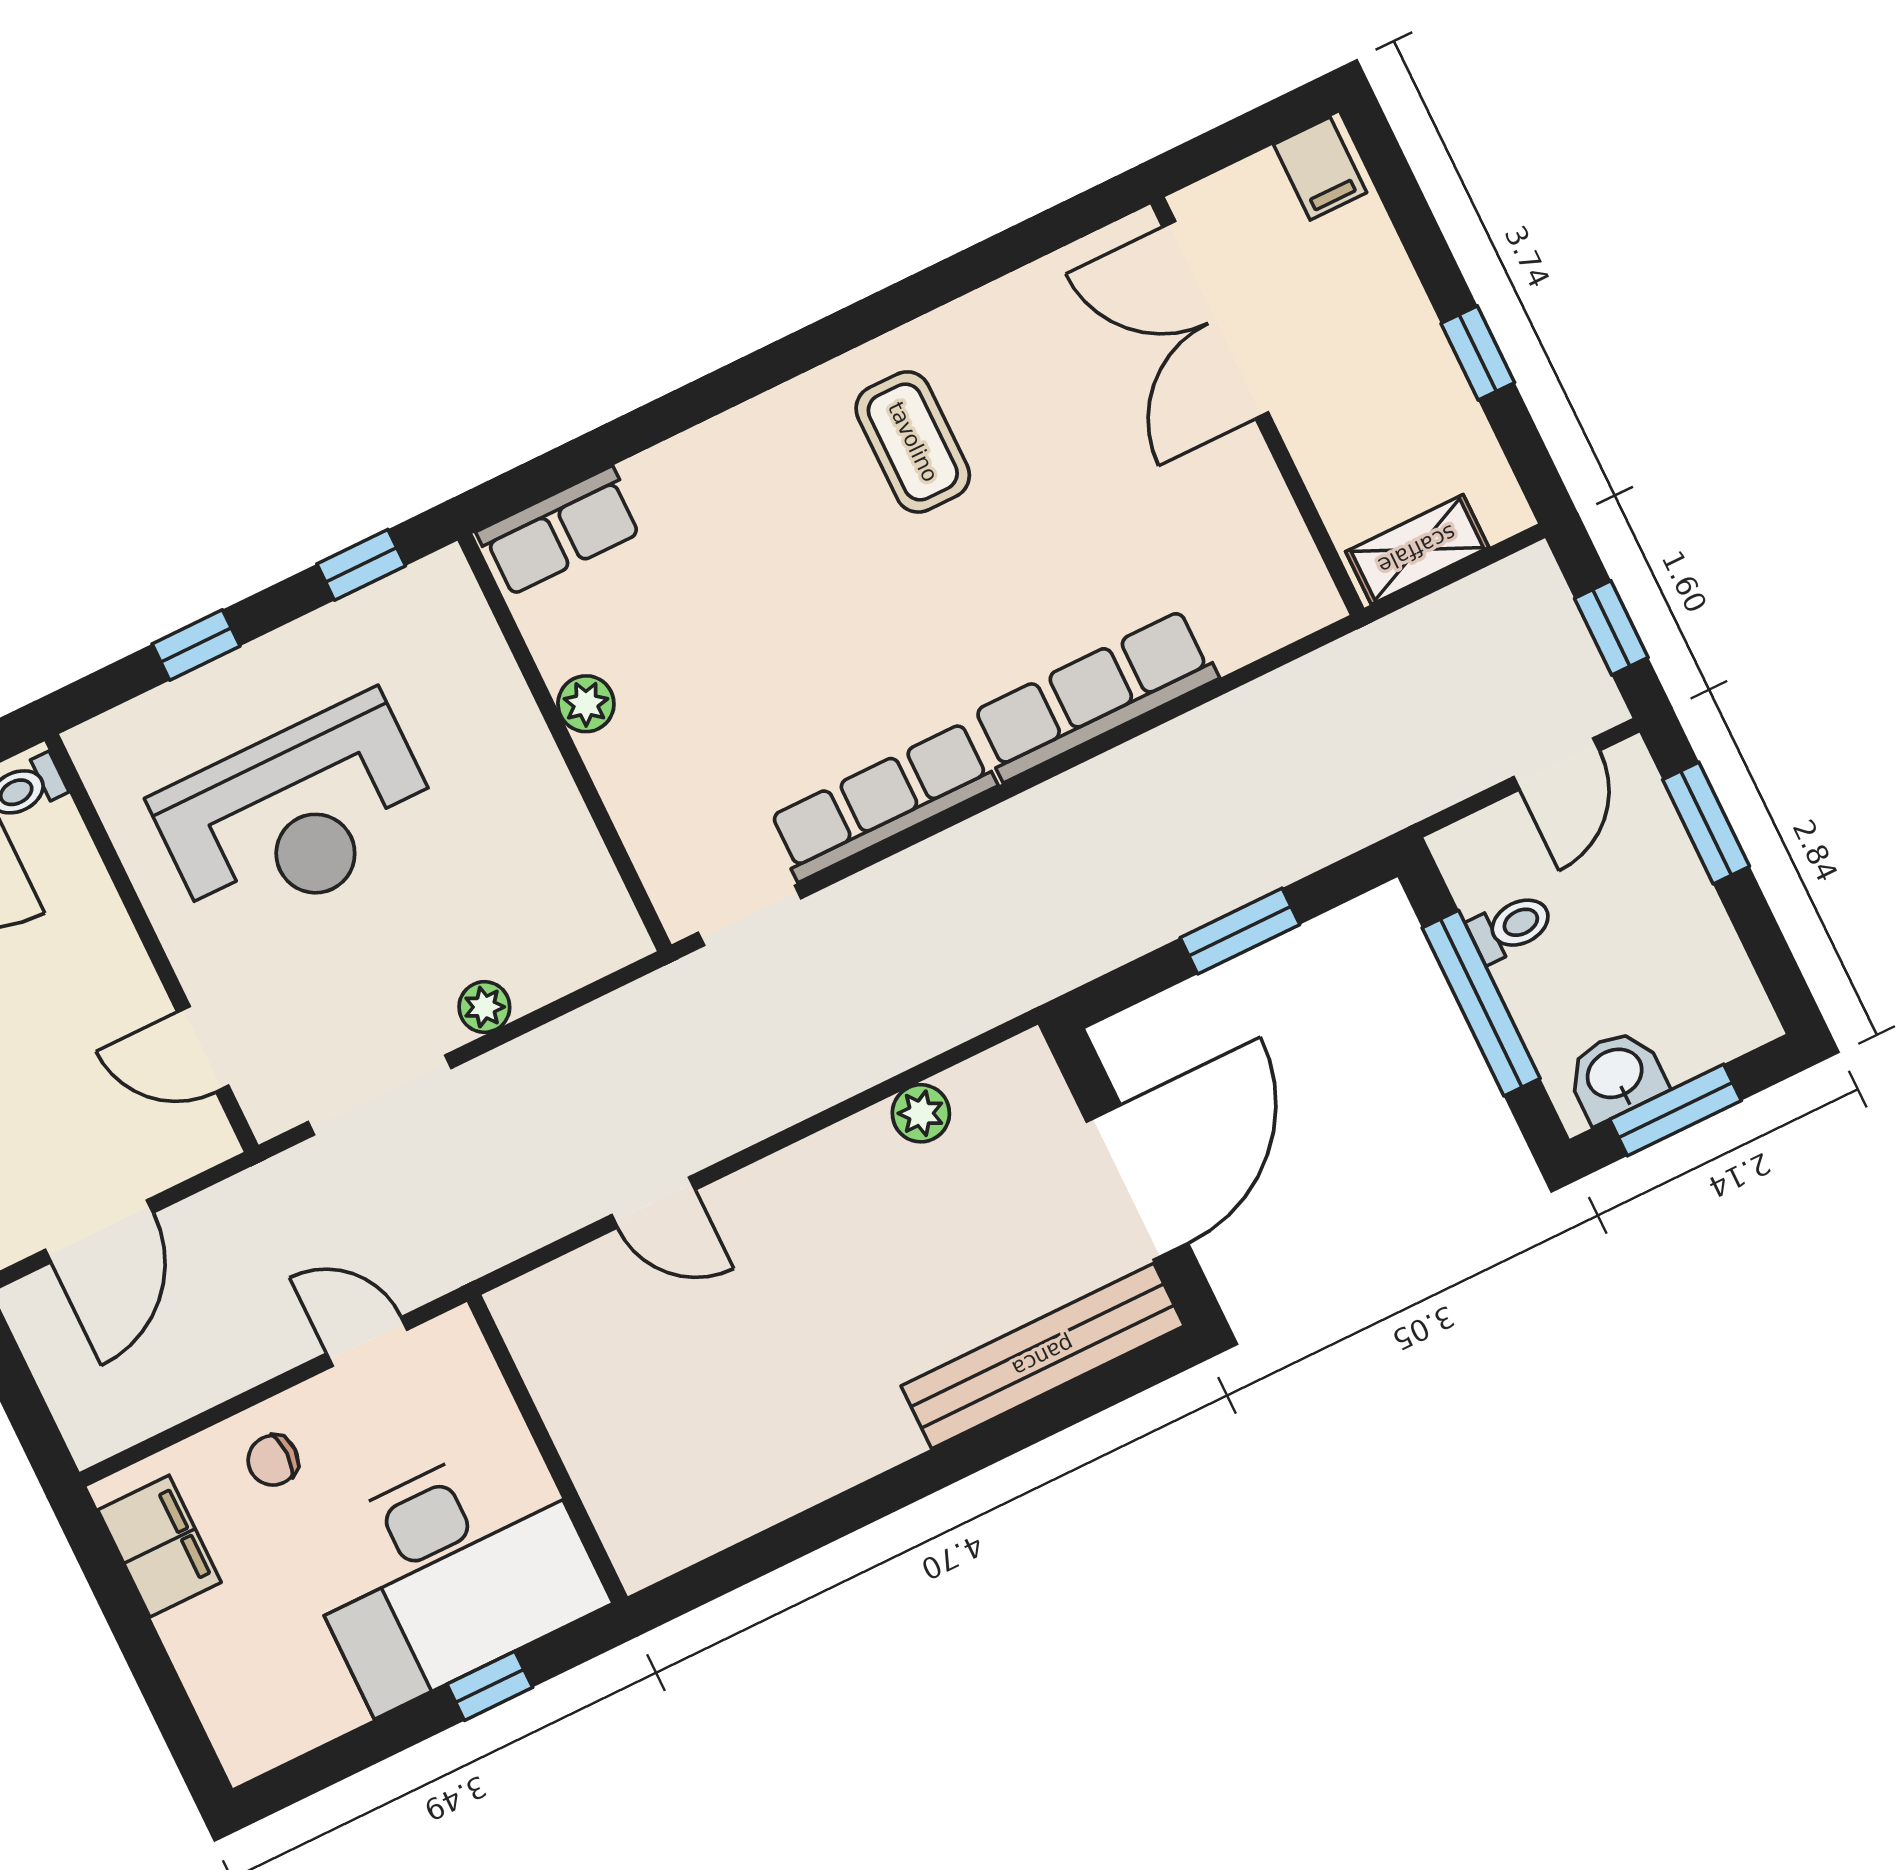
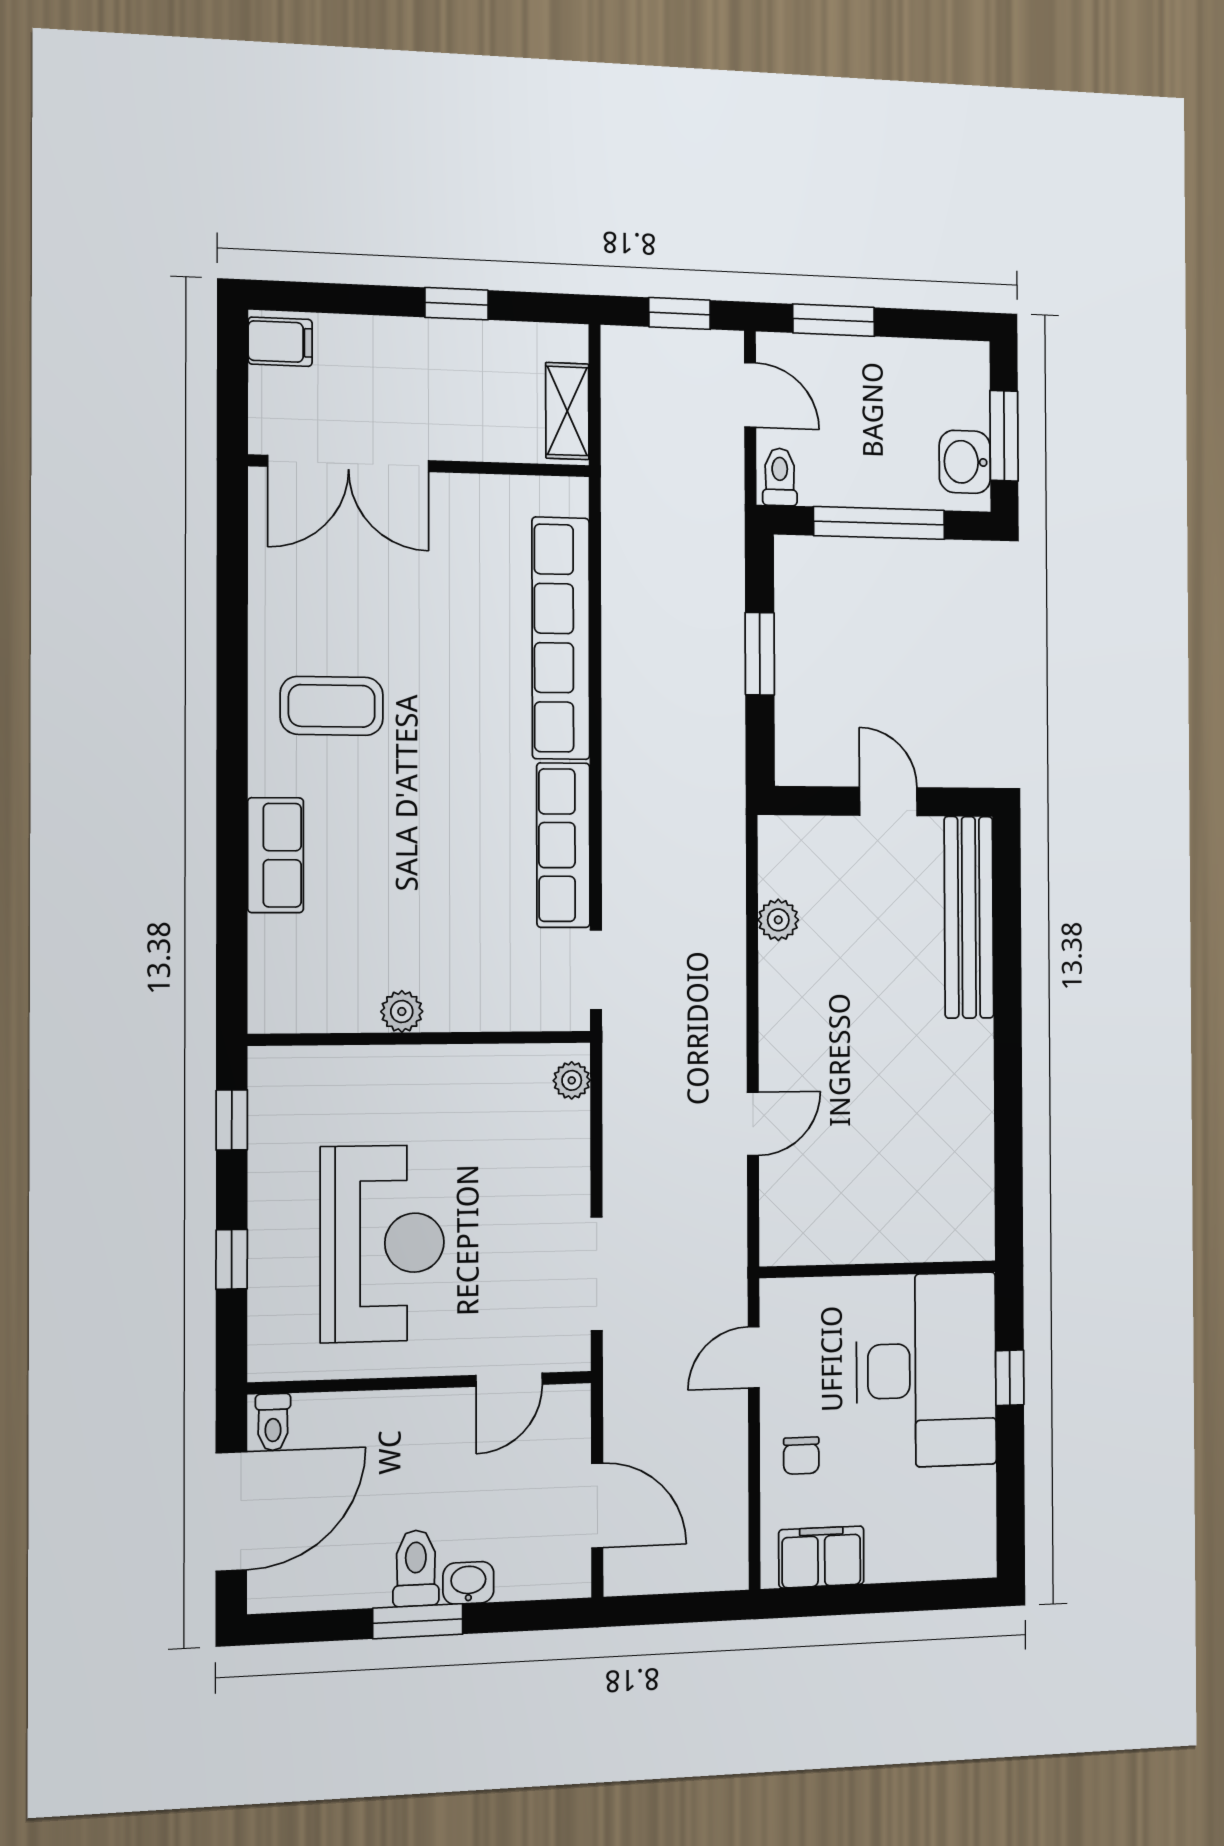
row of seats: (560, 531) -> (276, 855), moved
row of seats: (1095, 696) -> (561, 638), width x1.36
toilet: (1511, 927) -> (780, 477), moved
plant: (484, 1007) -> (572, 1080), moved
door: (1137, 1182) -> (888, 801), width x0.53

